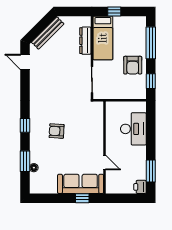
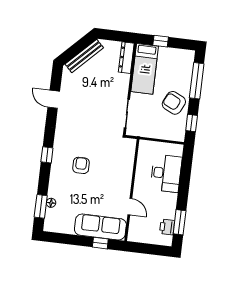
dresser: (85, 41) -> (126, 58), moved
door: (25, 62) -> (54, 99), moved
armchair: (133, 65) -> (174, 103), turned 116
armchair: (57, 131) -> (81, 165), turned 87
window: (25, 161) -> (41, 206), moved
printer: (140, 187) -> (167, 227), moved

